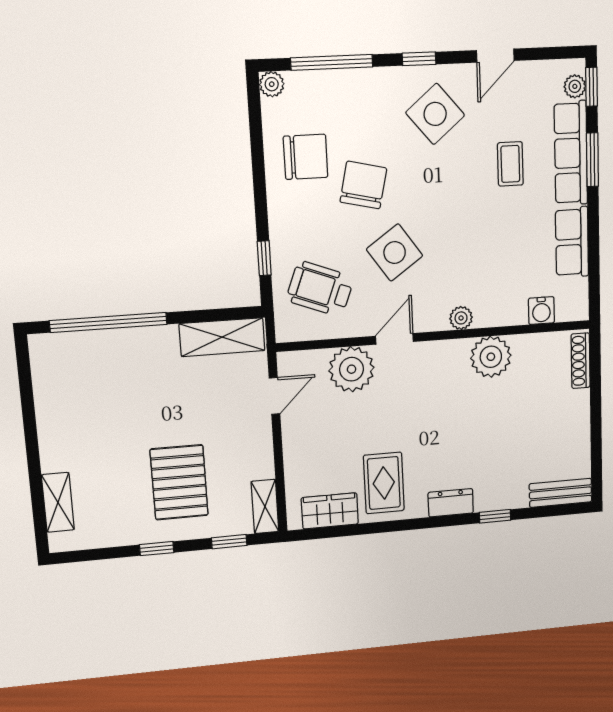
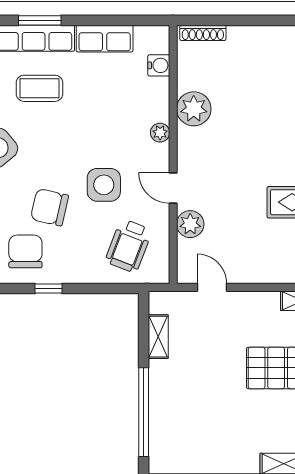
coffee table: (510, 164) -> (39, 88), width x1.36, depth x1.30
side table: (395, 253) -> (104, 185), turned 35
window: (264, 258) -> (49, 289), moved
shelving: (222, 337) -> (158, 337), width x0.67, depth x0.75
plant: (352, 369) -> (190, 224), width x0.73, depth x0.73

